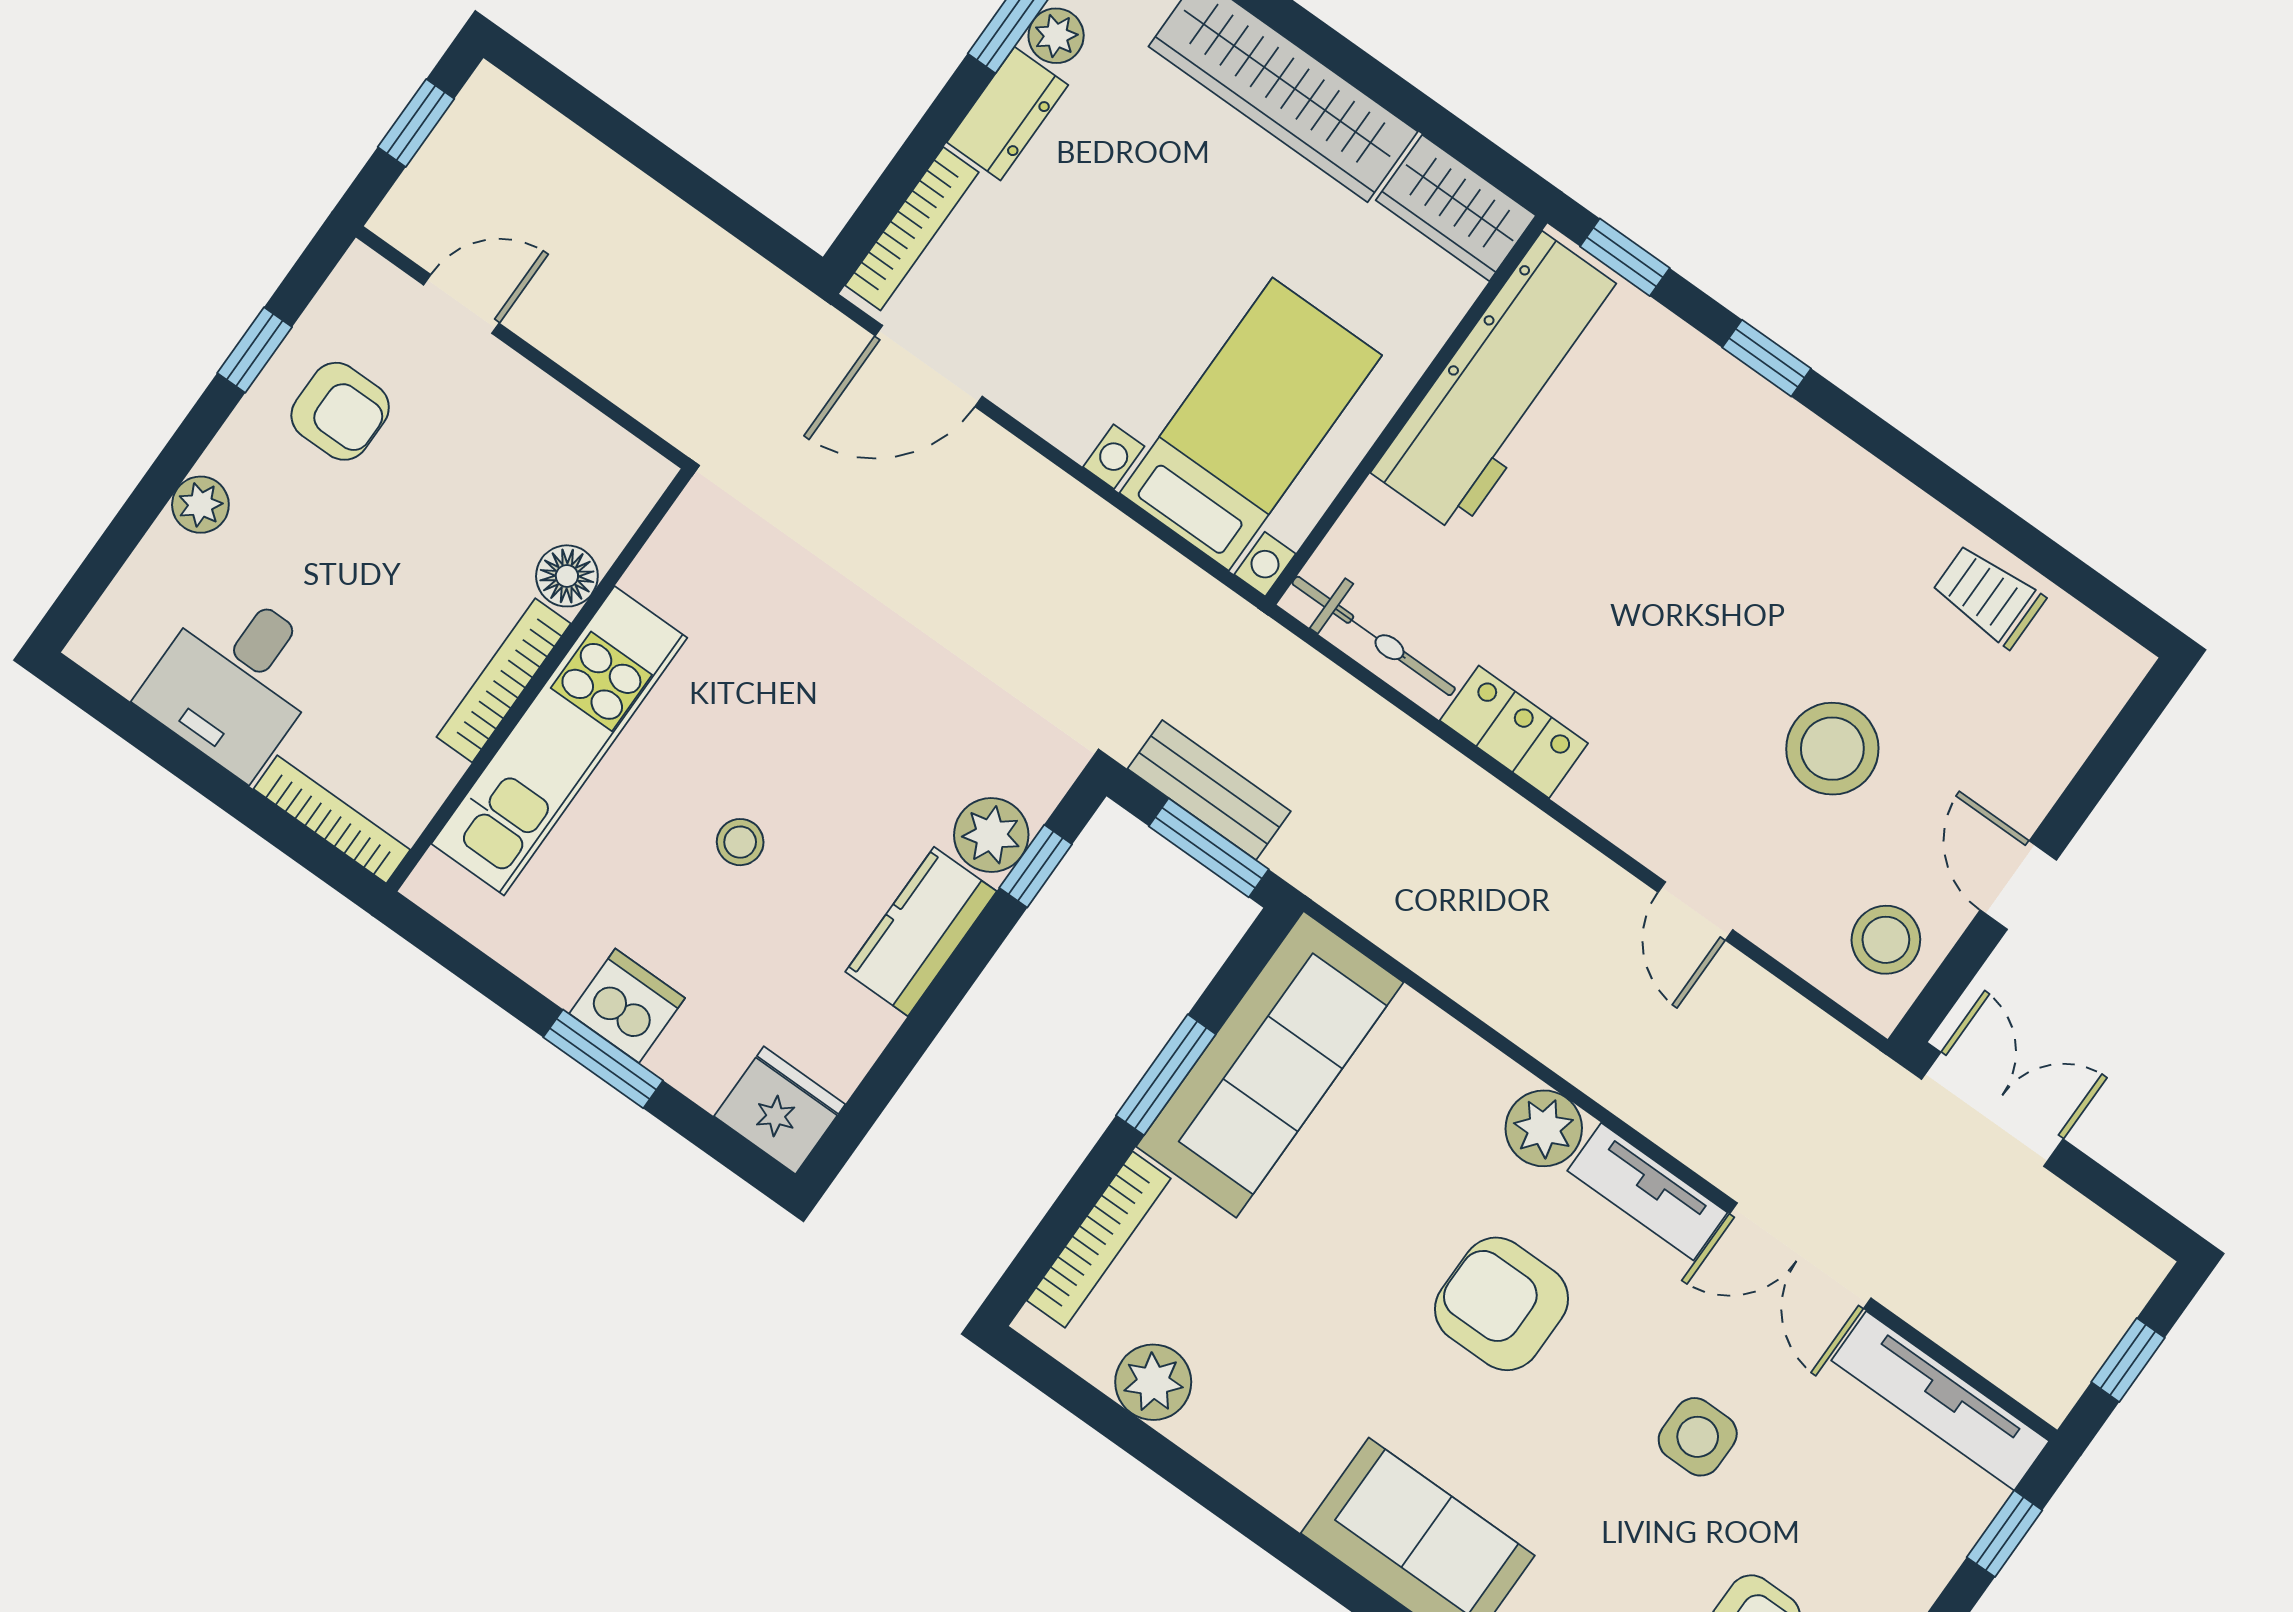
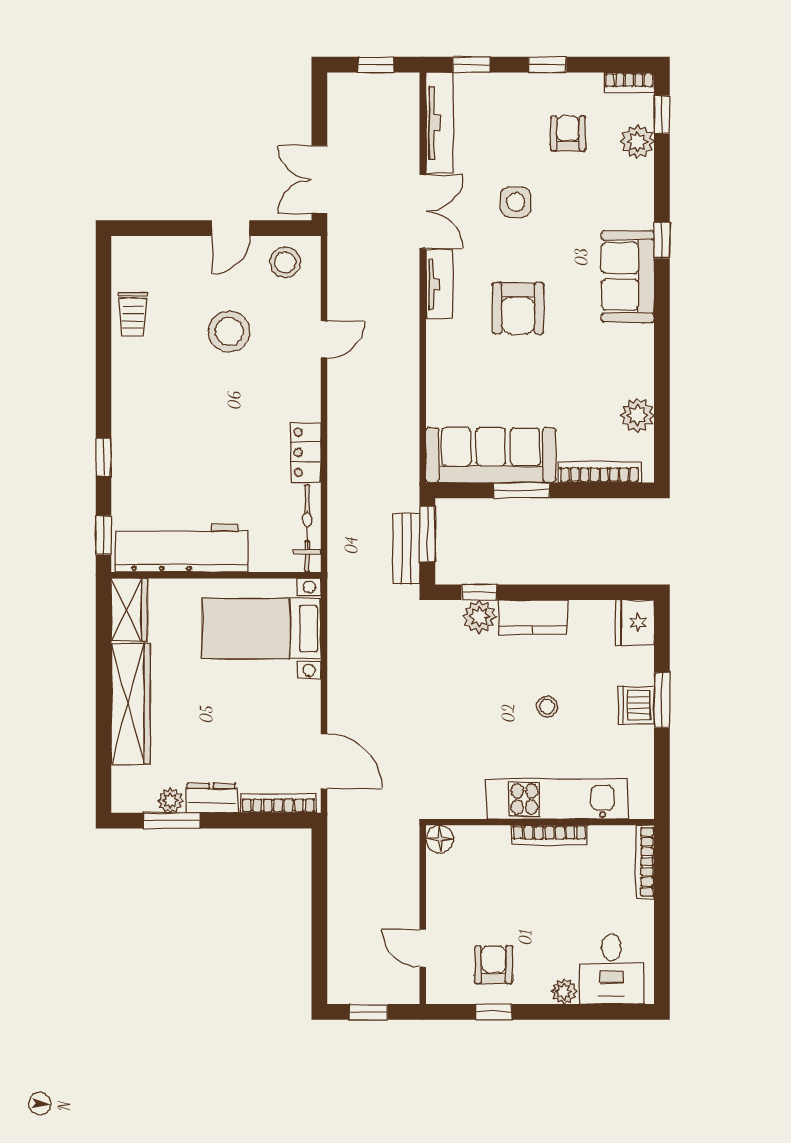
floor lamp: (567, 576) -> (440, 839), moved
desk: (235, 680) -> (612, 969), moved, turned 90
plant: (1544, 1128) -> (443, 338), removed

